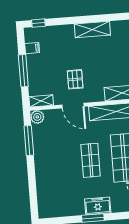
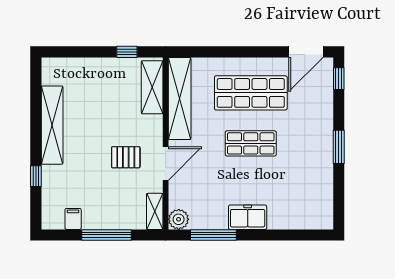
window: (38, 23) -> (36, 176), moved
shelving: (92, 29) -> (52, 125), width x1.47
freezer: (98, 206) -> (248, 217), moved, turned 90

